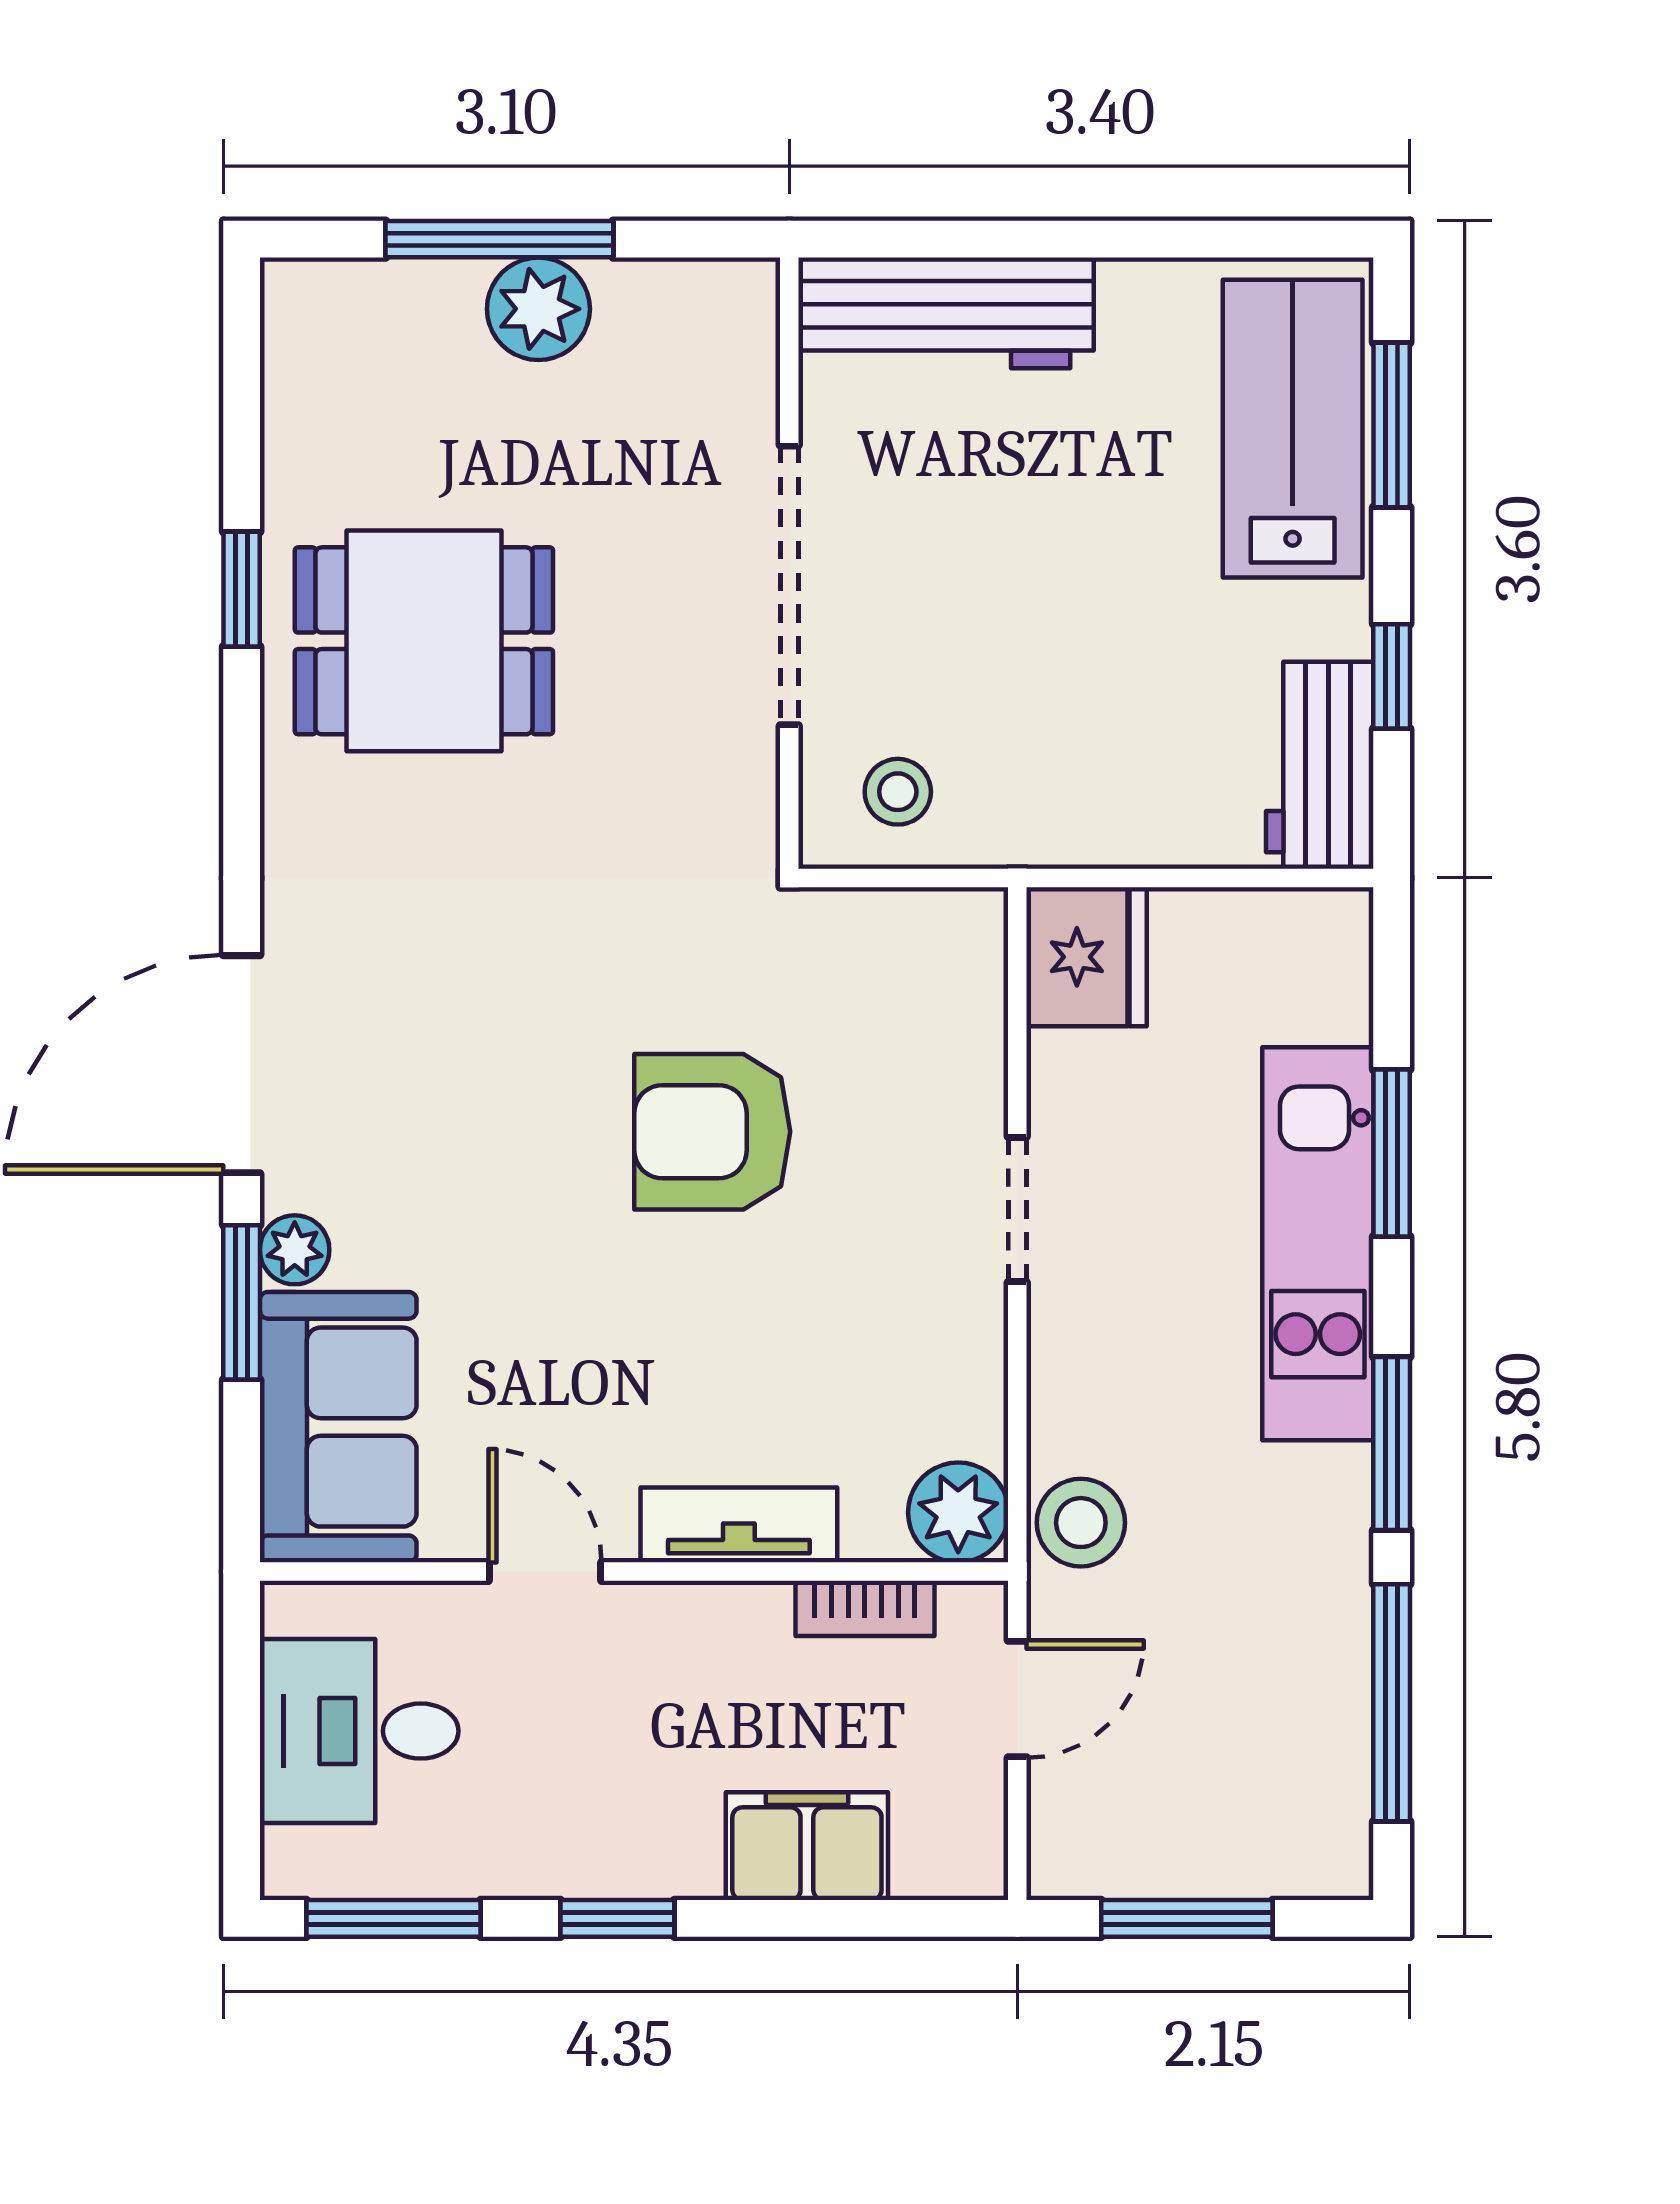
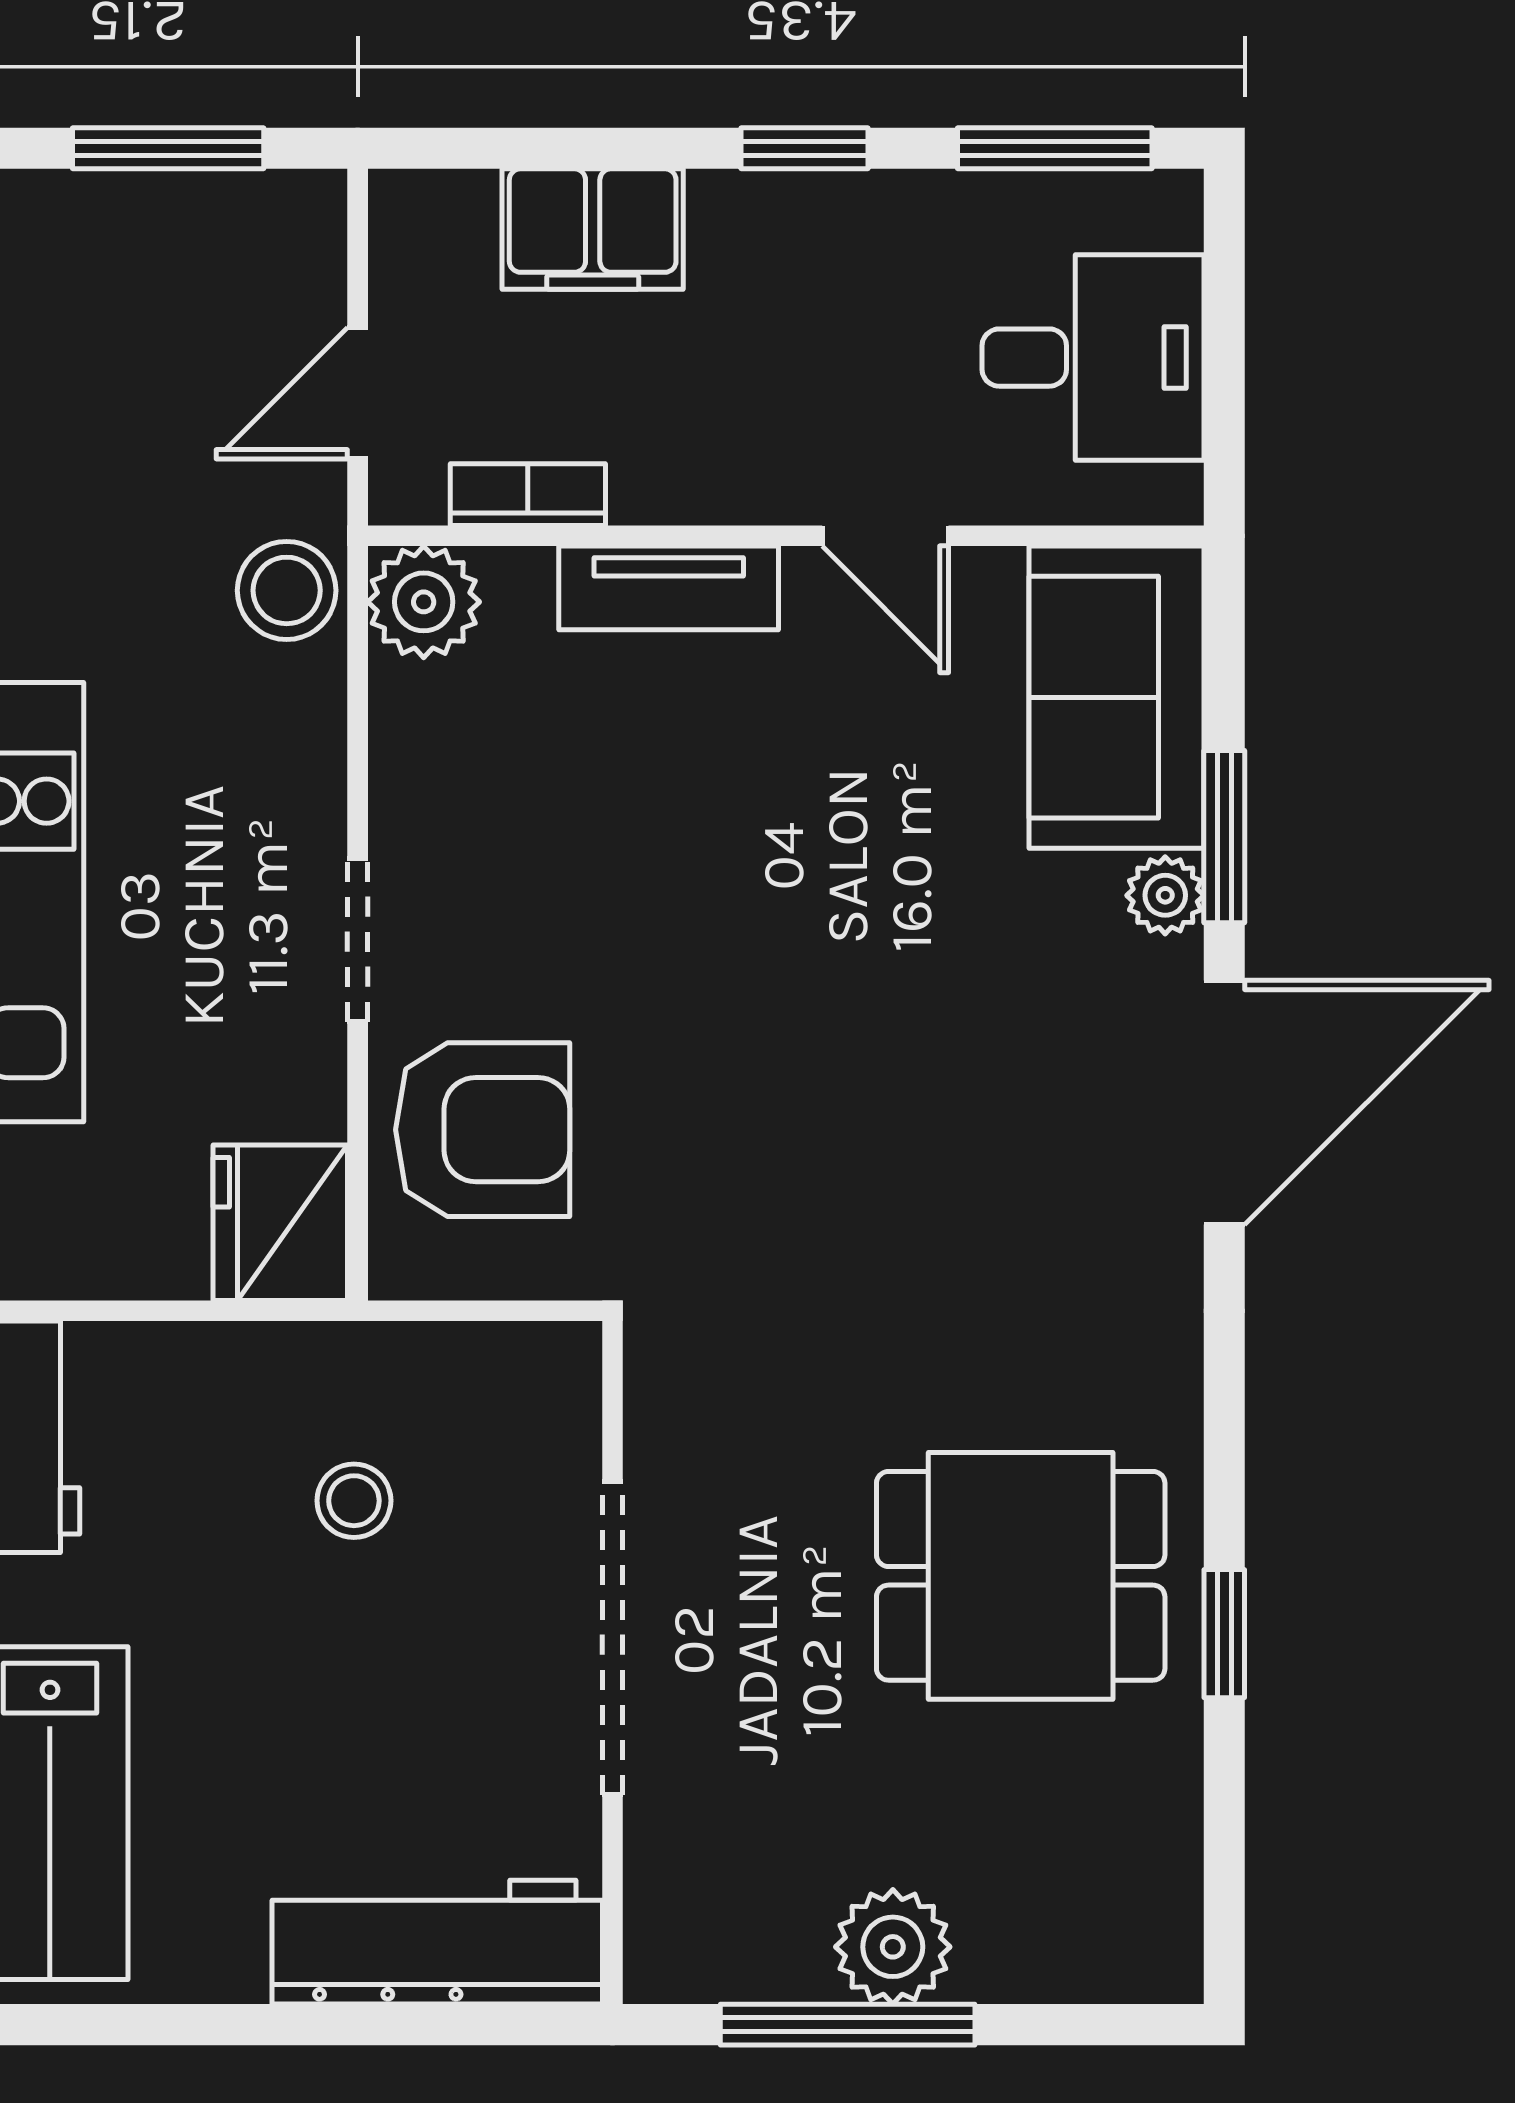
window: (499, 239) -> (848, 2025), moved
stool: (898, 792) -> (354, 1501), moved
armchair: (712, 1132) -> (483, 1130), moved

